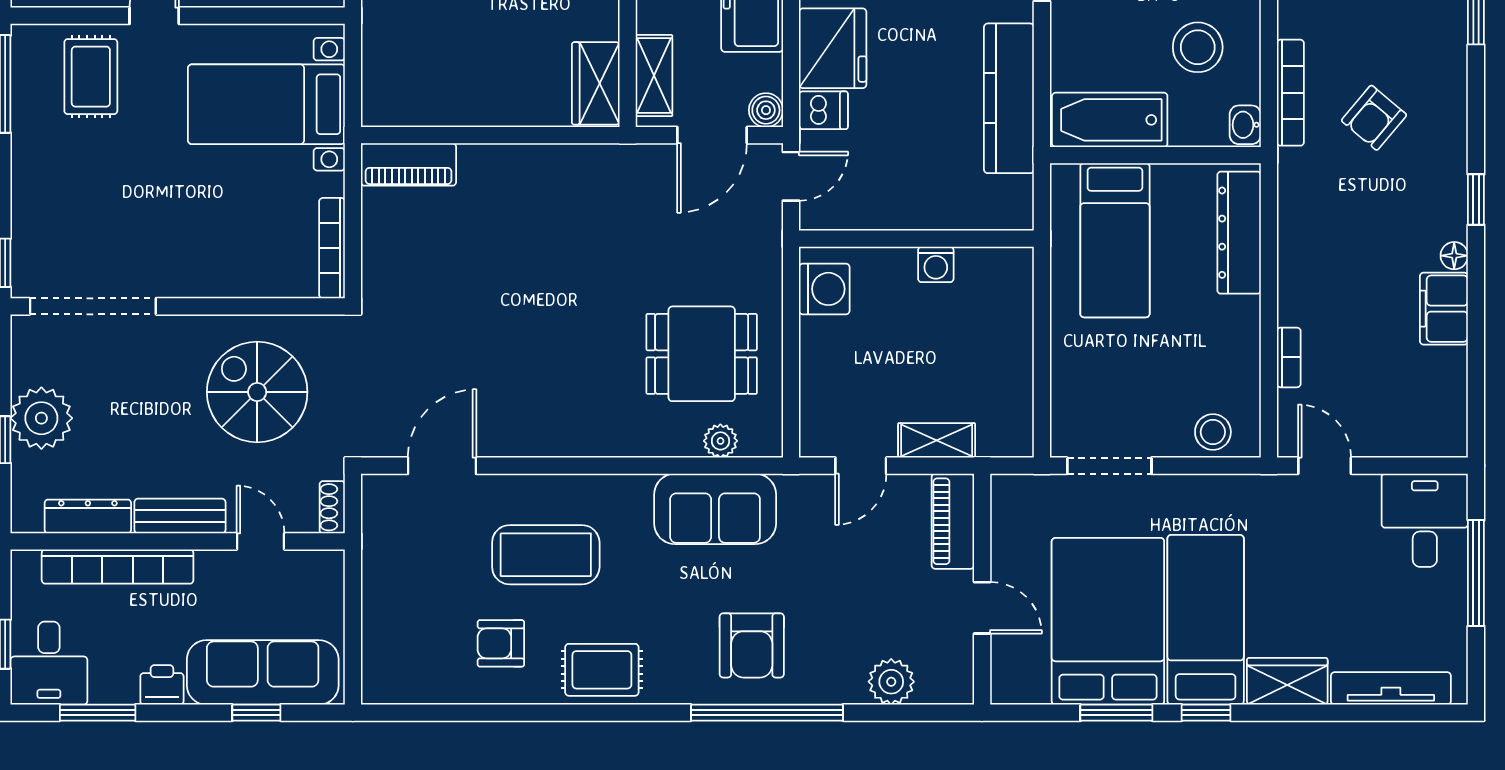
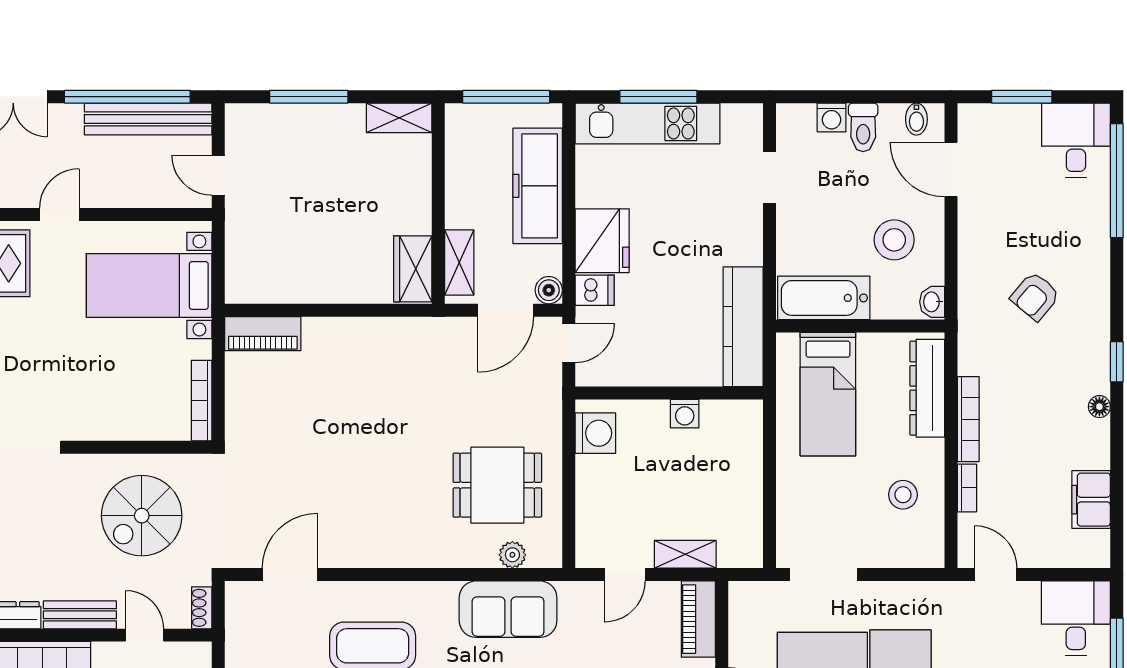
bookcase: (1290, 93) -> (968, 419), moved
kitchen counter: (1009, 98) -> (743, 327), moved
filing cabinet: (1444, 309) -> (1091, 500), moved
spiral stairs: (257, 392) -> (142, 516), turned -90
stool: (1213, 432) -> (903, 495), moved

